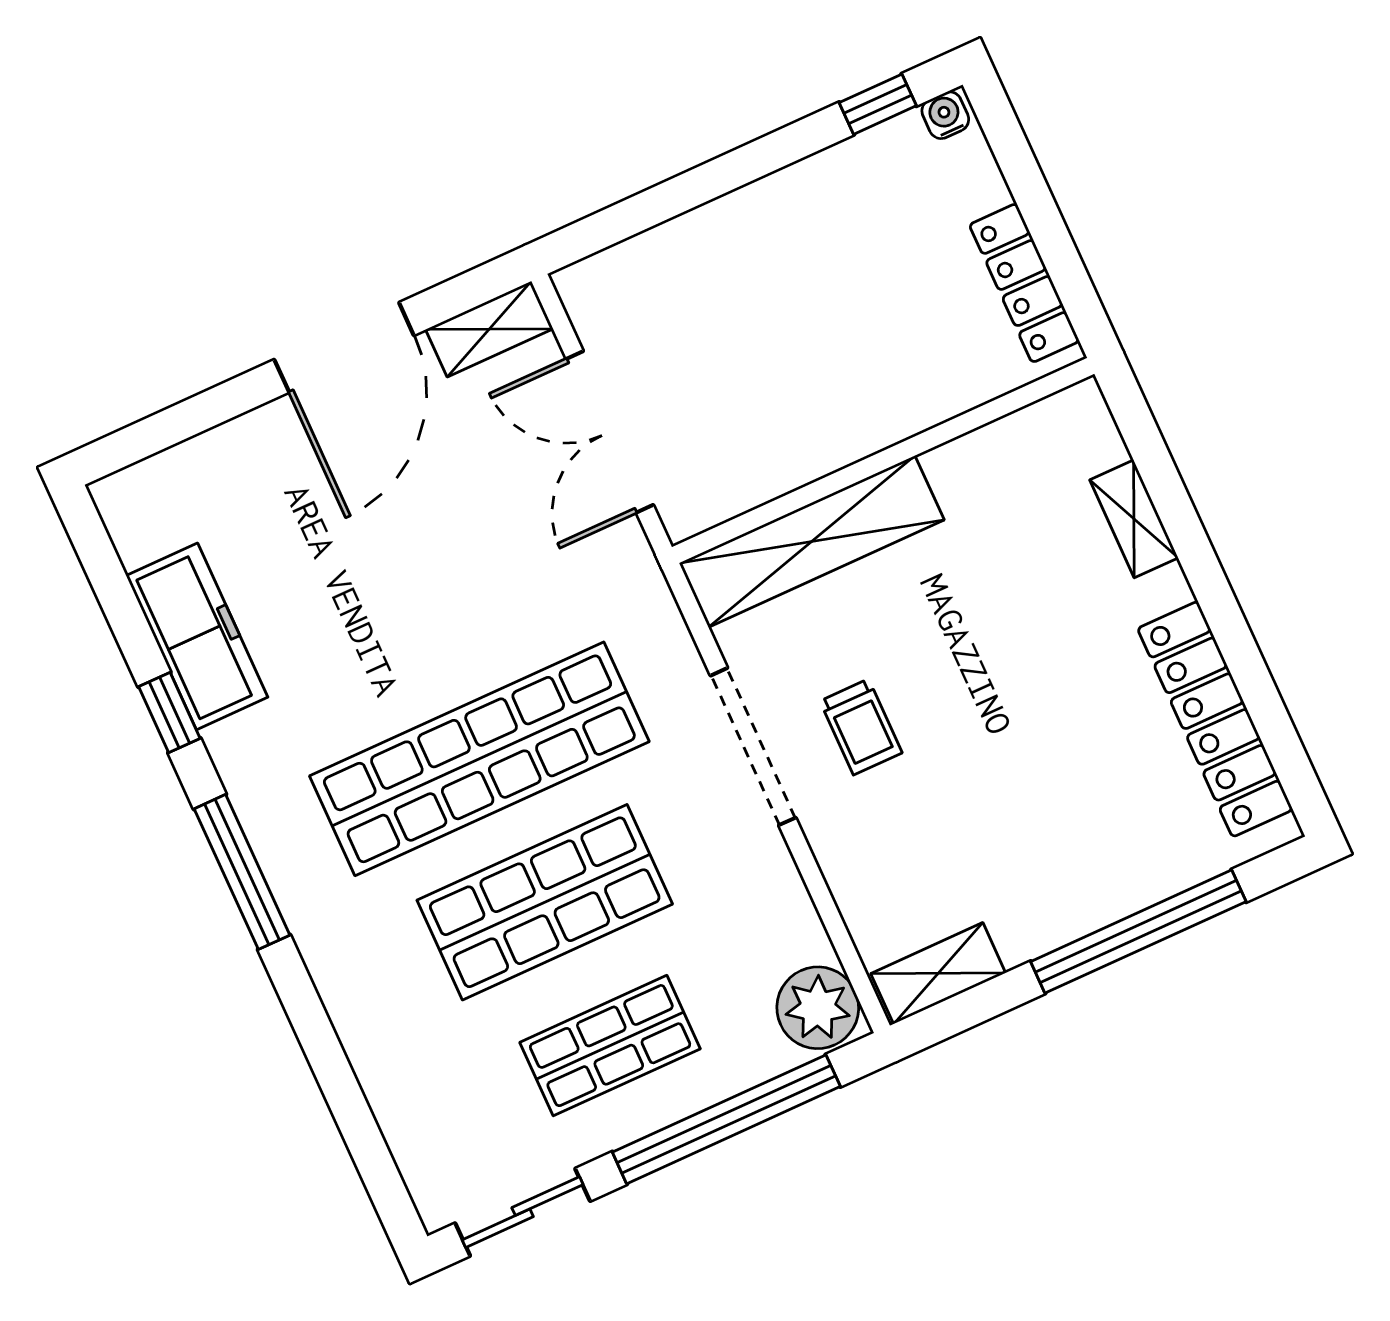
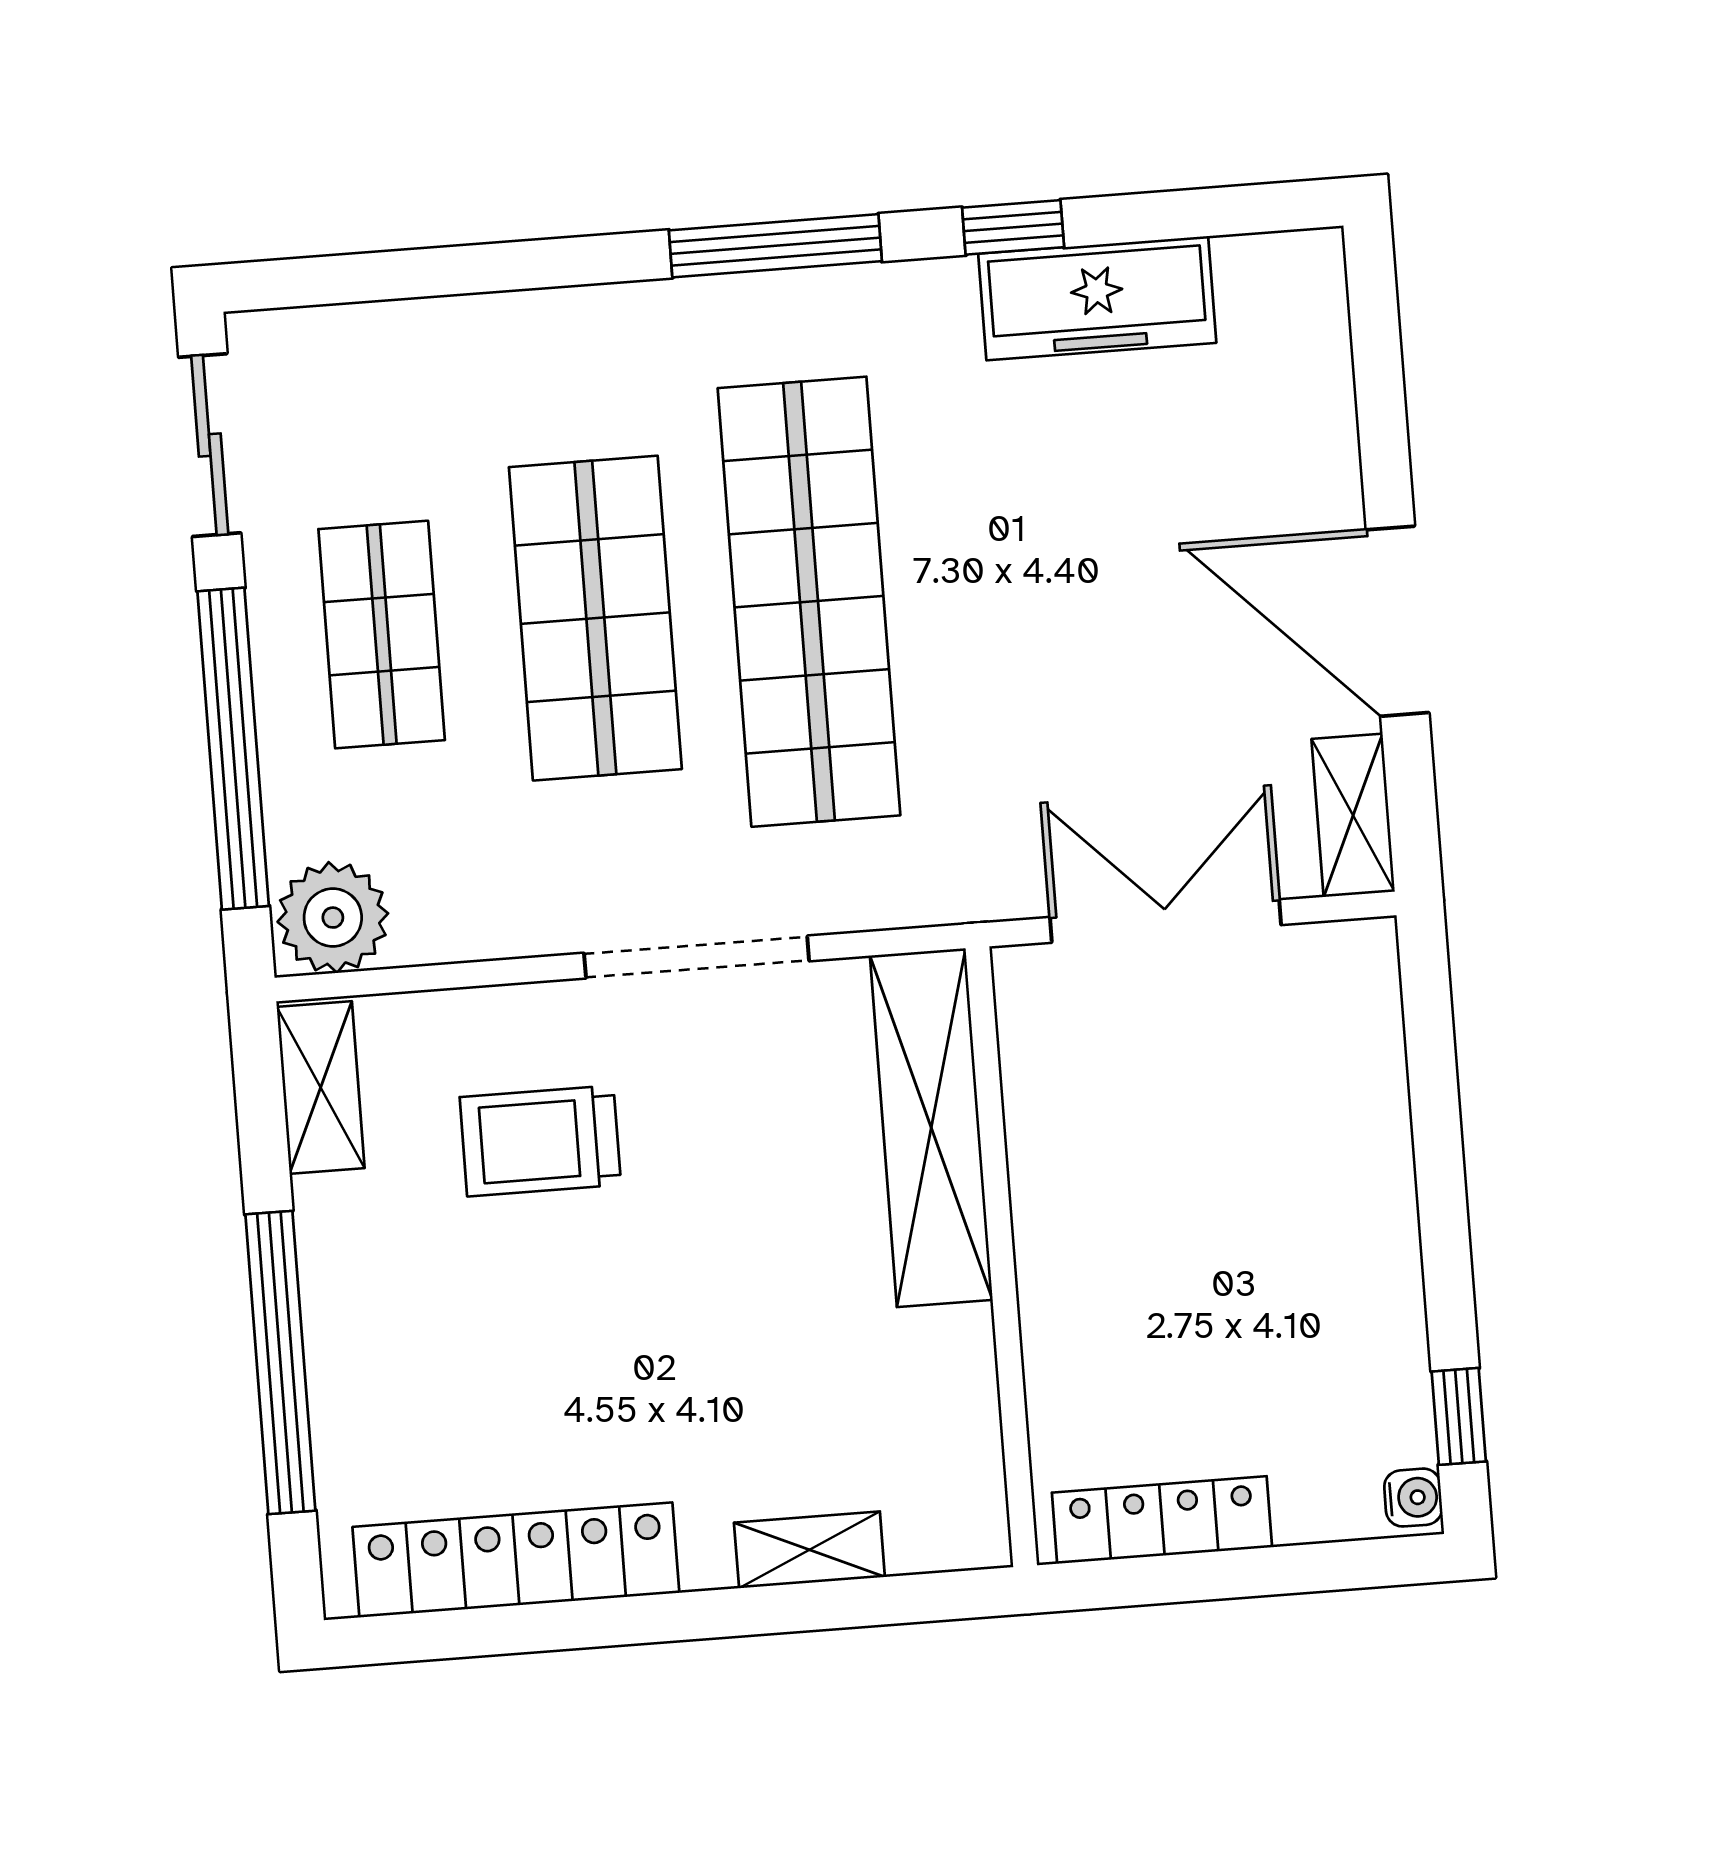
trolley: (861, 727) -> (540, 1141), moved, width x1.36, depth x1.39

